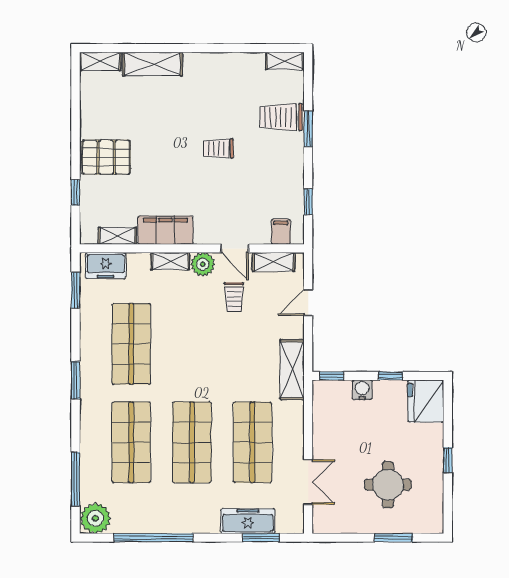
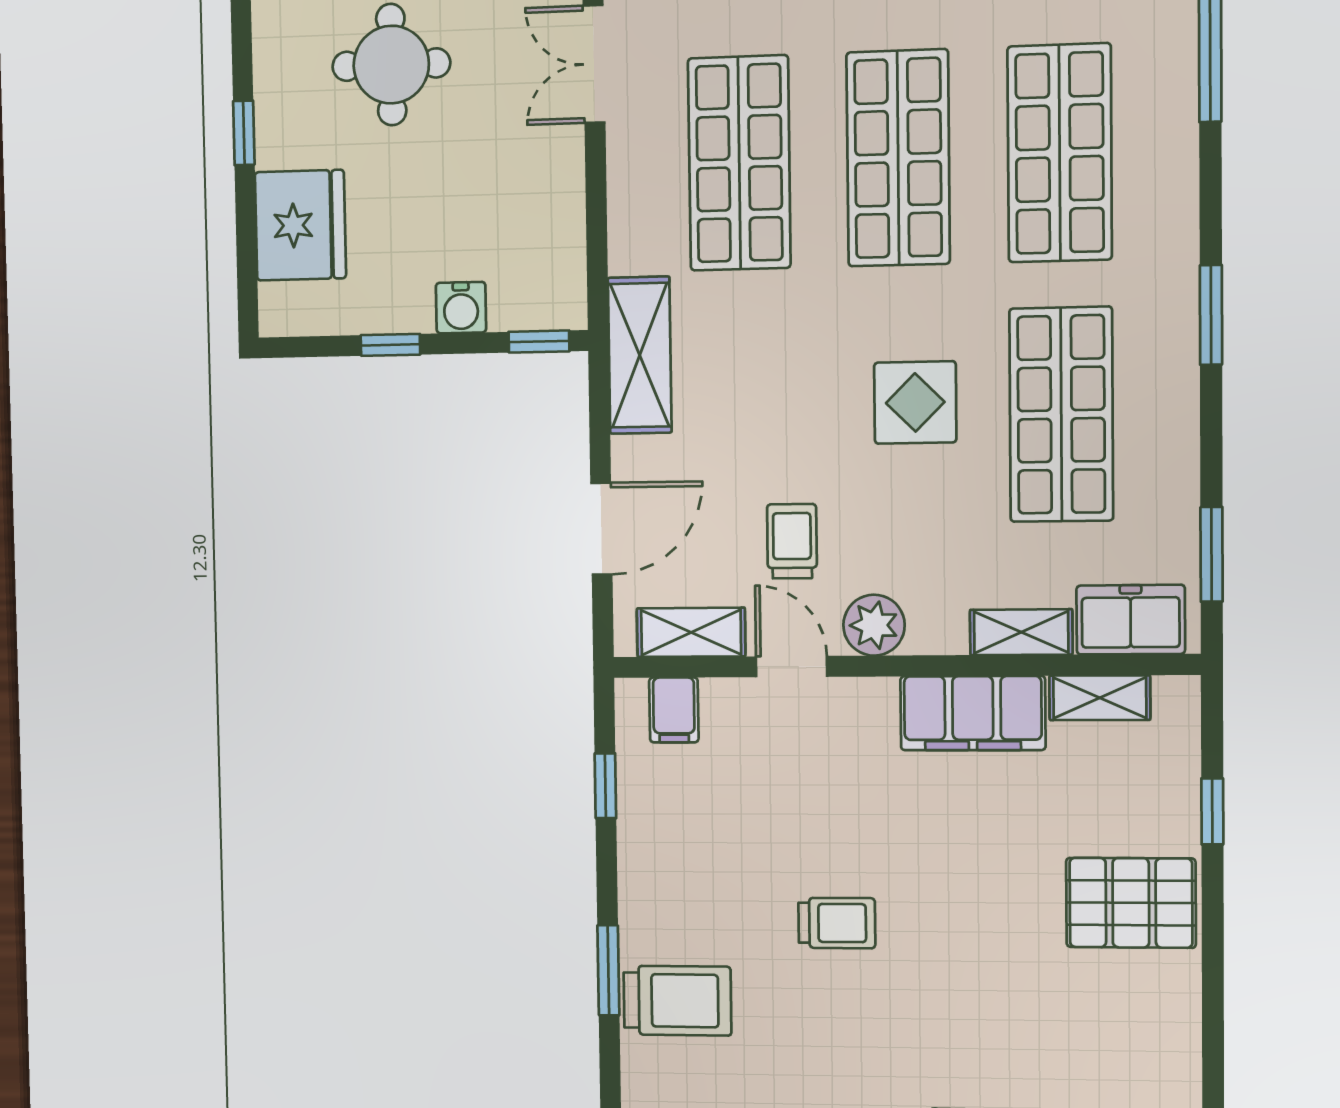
shelving: (170, 261) -> (1021, 632), moved
door: (308, 303) -> (601, 529), width x1.38
display table: (186, 349) -> (915, 402), added
fridge: (426, 401) -> (300, 225), moved

